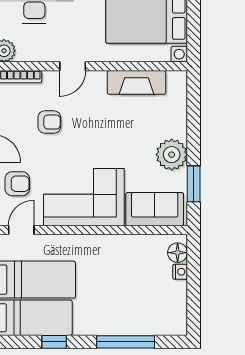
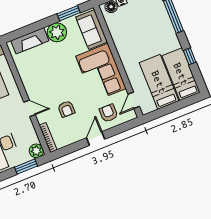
fireplace: (137, 82) -> (30, 41), moved, turned 90
armchair: (49, 122) -> (66, 109), turned 180
door: (21, 230) -> (134, 100), hinge flipped

